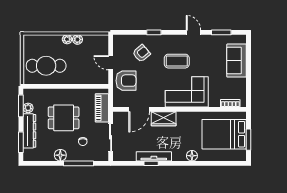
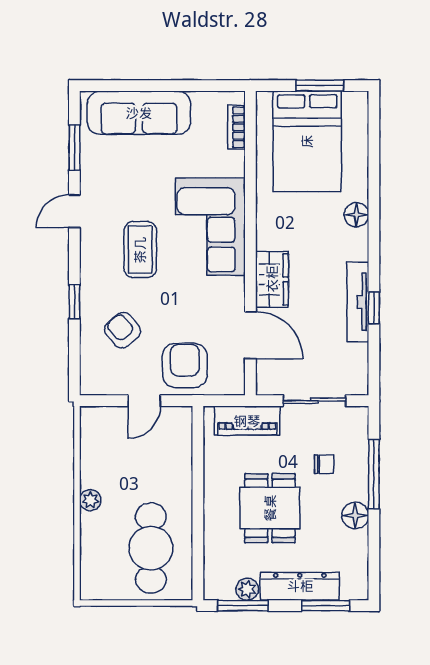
plant: (77, 39) -> (91, 476), removed
sofa: (237, 61) -> (139, 113), width x1.36

